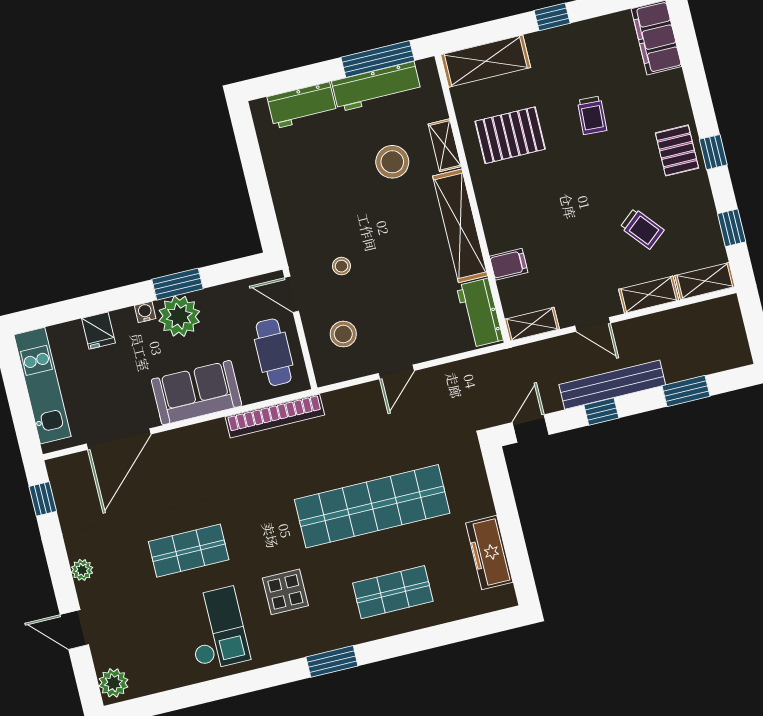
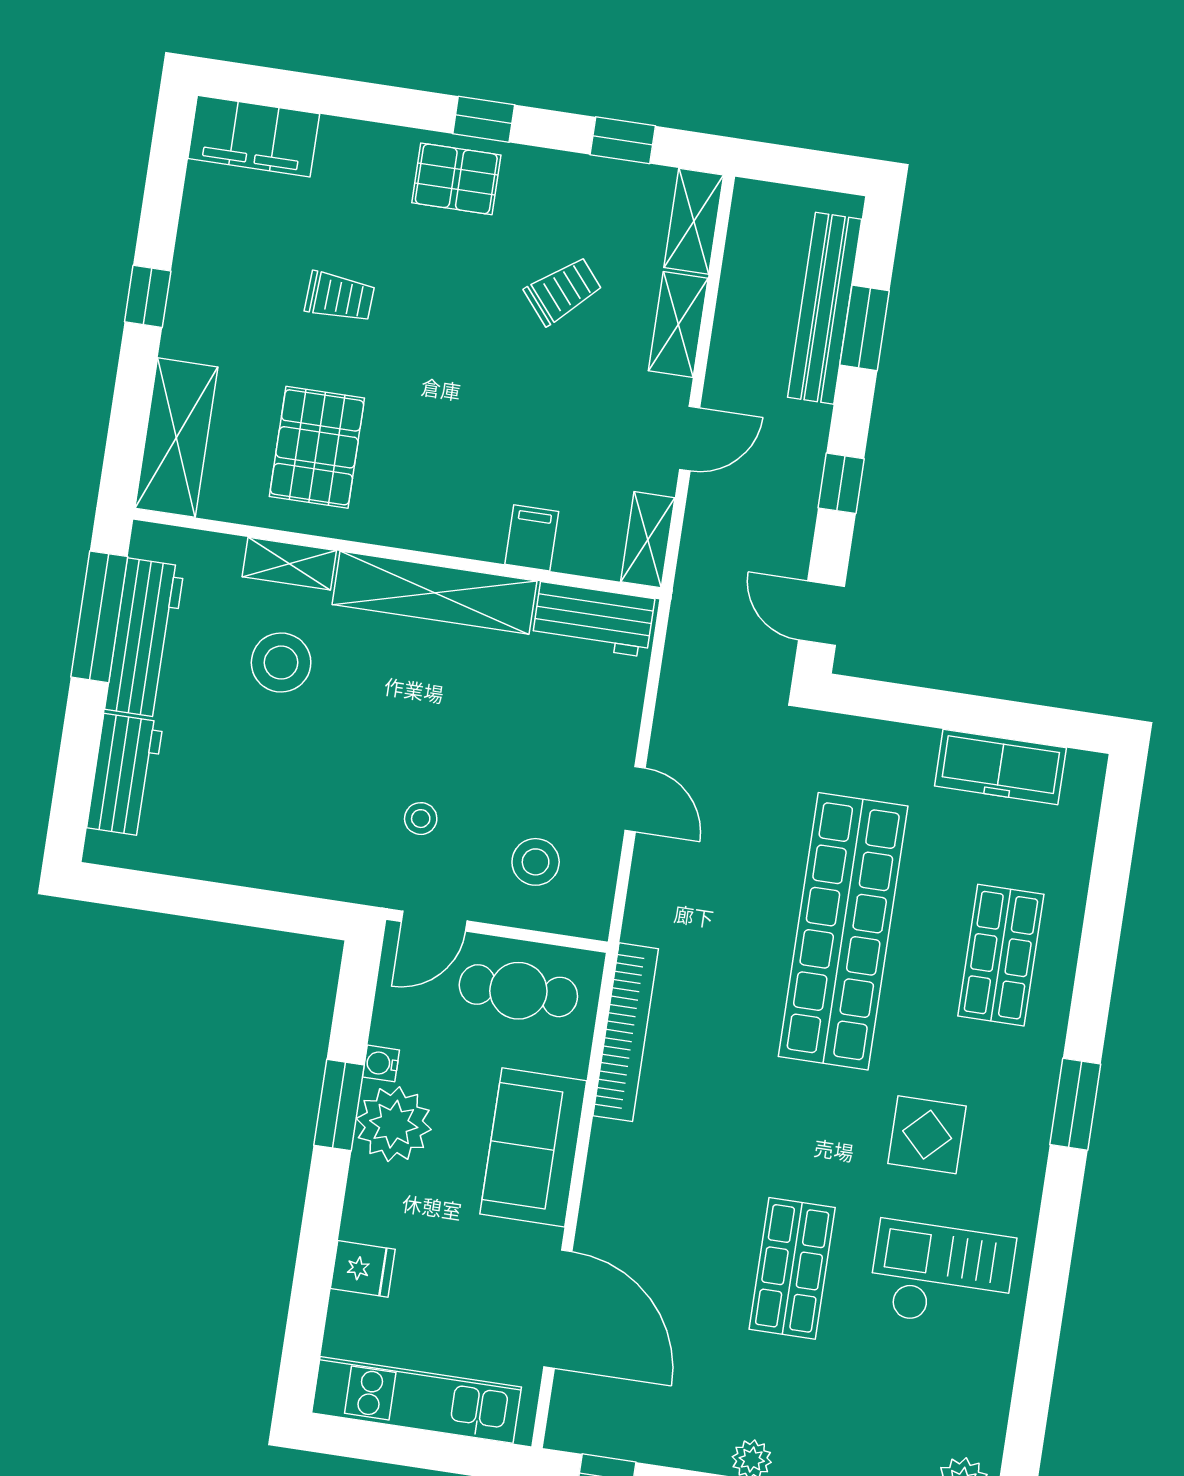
water cooler: (145, 312) -> (381, 1063), moved
bench: (612, 385) -> (825, 308), moved

